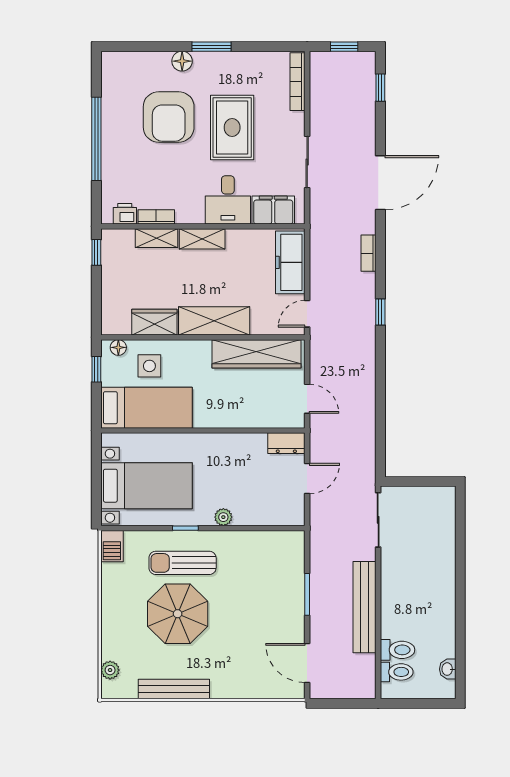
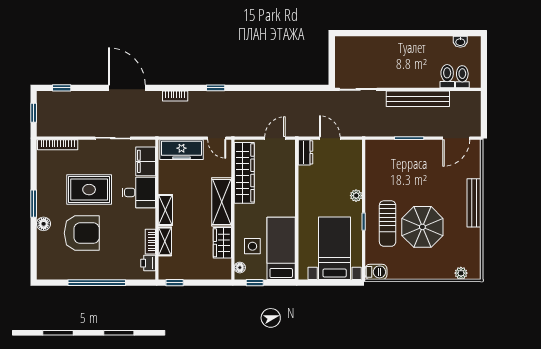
bench: (174, 689) -> (474, 203), moved

